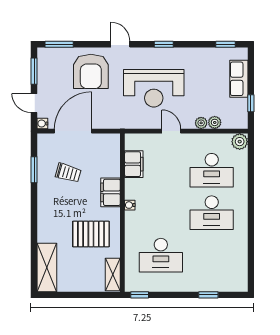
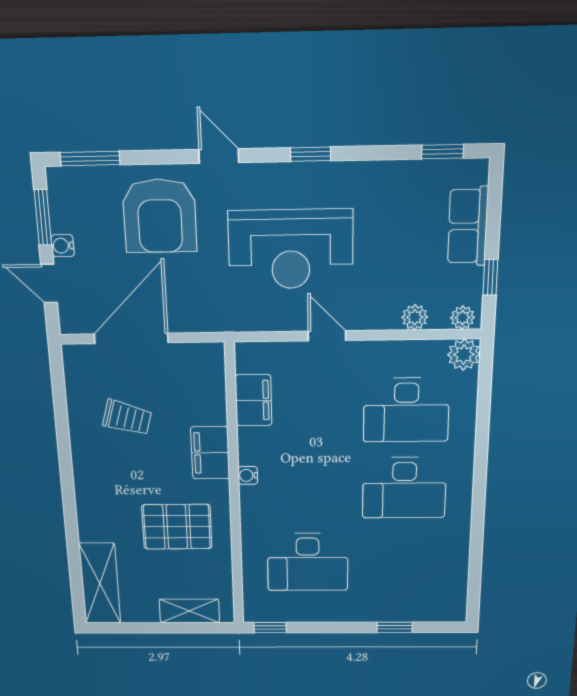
plant: (201, 123) -> (463, 318), moved
water cooler: (42, 124) -> (63, 246), moved
window: (34, 170) -> (61, 413), removed
shelving: (113, 275) -> (189, 611), moved, turned 90

